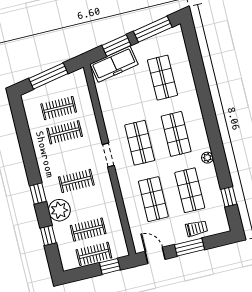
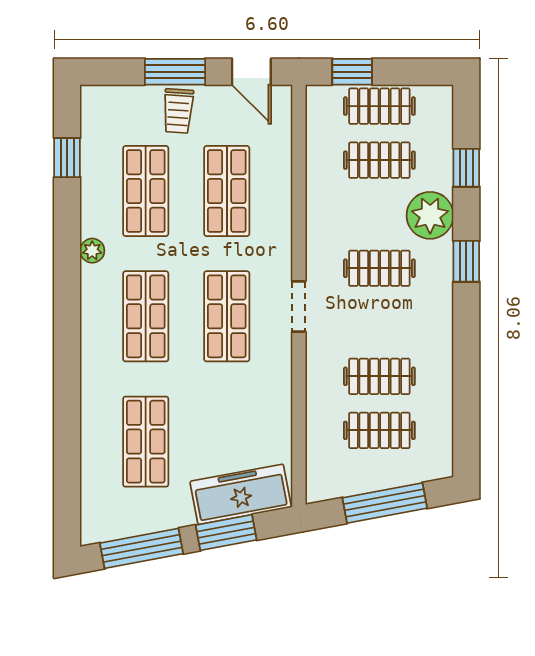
trolley: (197, 228) -> (178, 111), moved, turned -86

